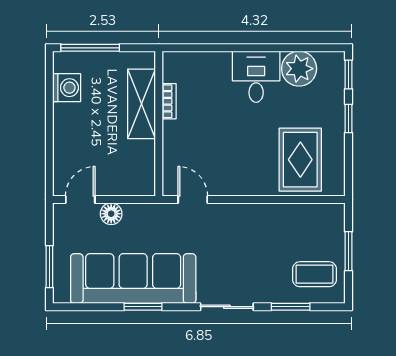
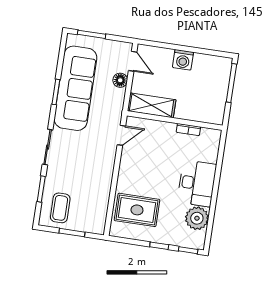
desk: (256, 77) -> (197, 183), width x1.37
washing machine: (67, 88) -> (183, 60), moved
shelving: (142, 104) -> (152, 105), moved

